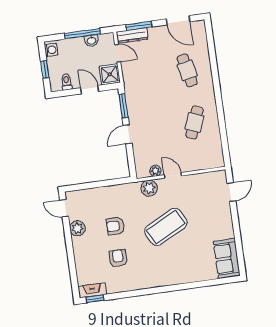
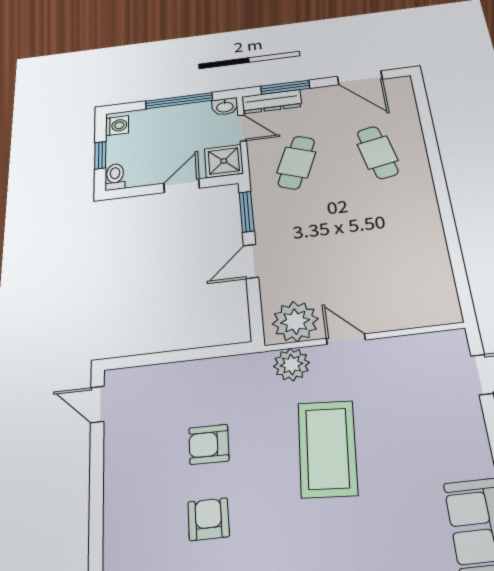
washbasin: (91, 41) -> (225, 107), moved
toilet: (66, 82) -> (115, 177), moved
door: (90, 90) -> (182, 186), hinge flipped
cafe table: (194, 122) -> (296, 162), moved
plant: (155, 171) -> (295, 321), width x1.88, depth x1.88
coffee table: (166, 227) -> (327, 448), turned -59
plant: (77, 228) -> (121, 448), removed

